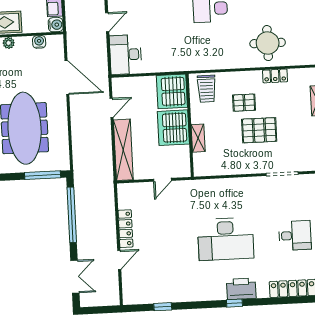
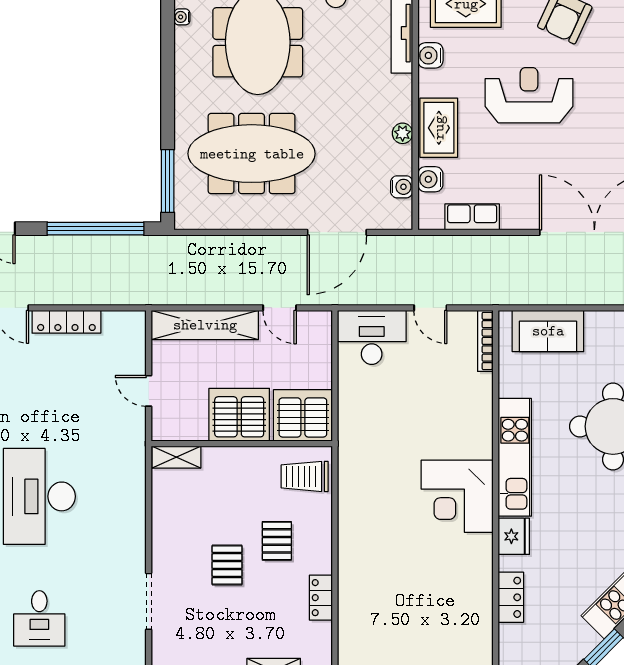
water cooler: (56, 25) -> (430, 179), moved, turned 90
round table: (268, 43) -> (379, 587), removed
pallet: (259, 130) -> (227, 565), width x0.67, depth x0.71
shelving: (198, 138) -> (176, 457), moved

